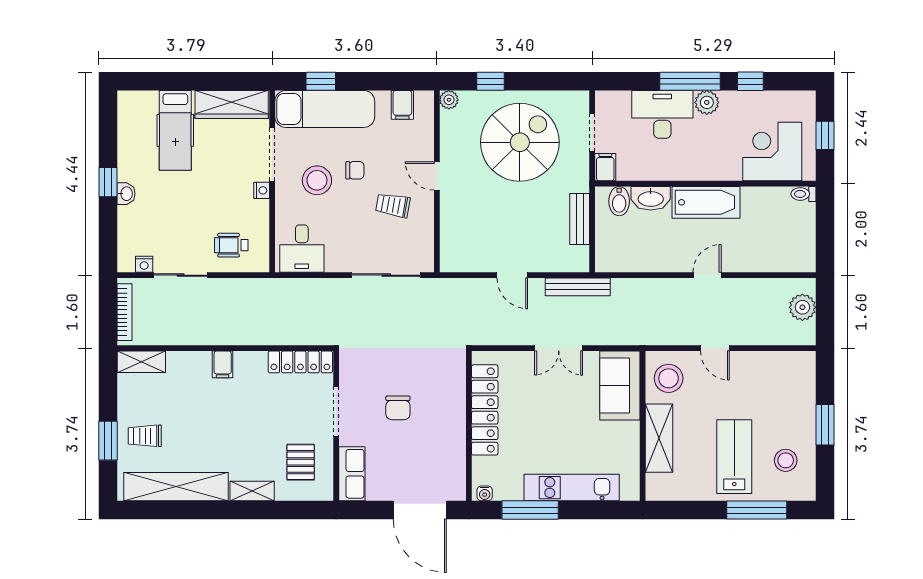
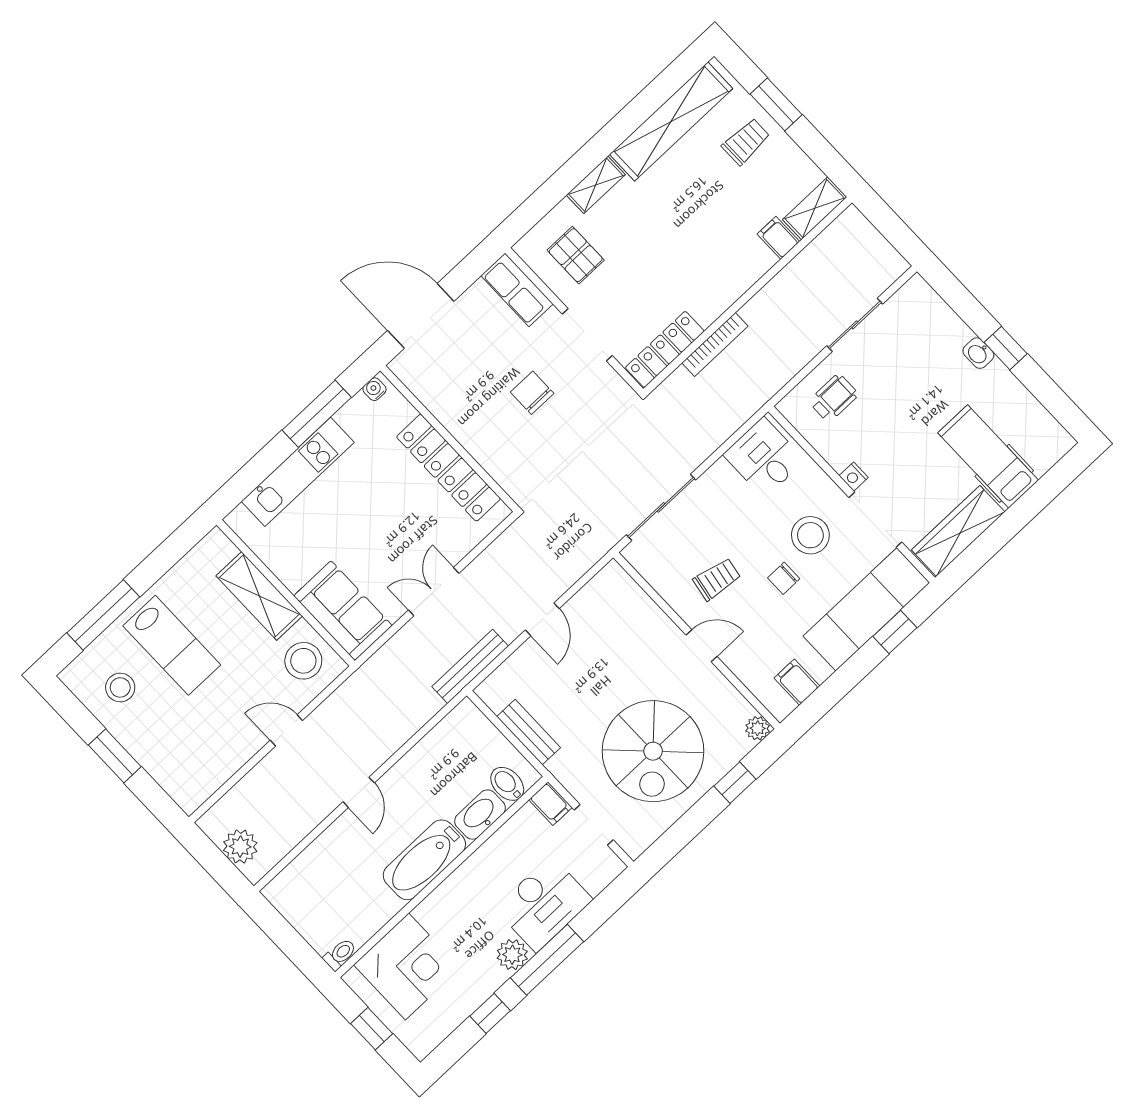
nightstand: (144, 264) -> (899, 303), removed
door: (512, 275) -> (542, 619), swing flipped
bookcase: (124, 312) -> (715, 344), moved, turned -90
filing cabinet: (223, 364) -> (778, 238), moved

